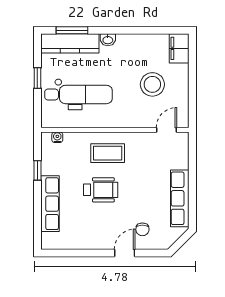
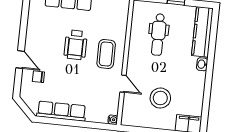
window: (72, 30) -> (213, 35), removed
dental chair: (79, 94) -> (158, 35), width x0.73, depth x0.72
door: (166, 130) -> (123, 84), moved
water cooler: (57, 137) -> (113, 120), moved

